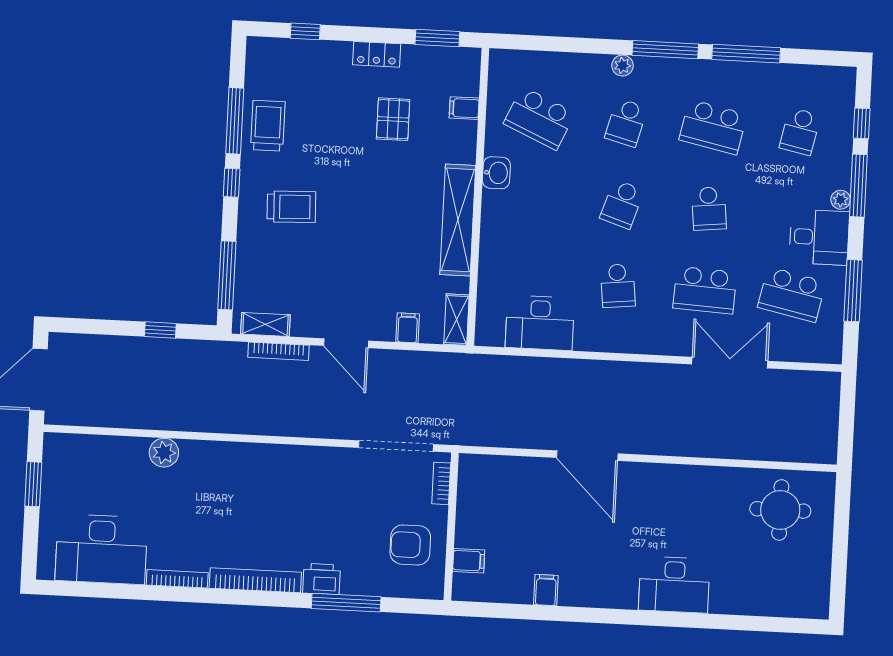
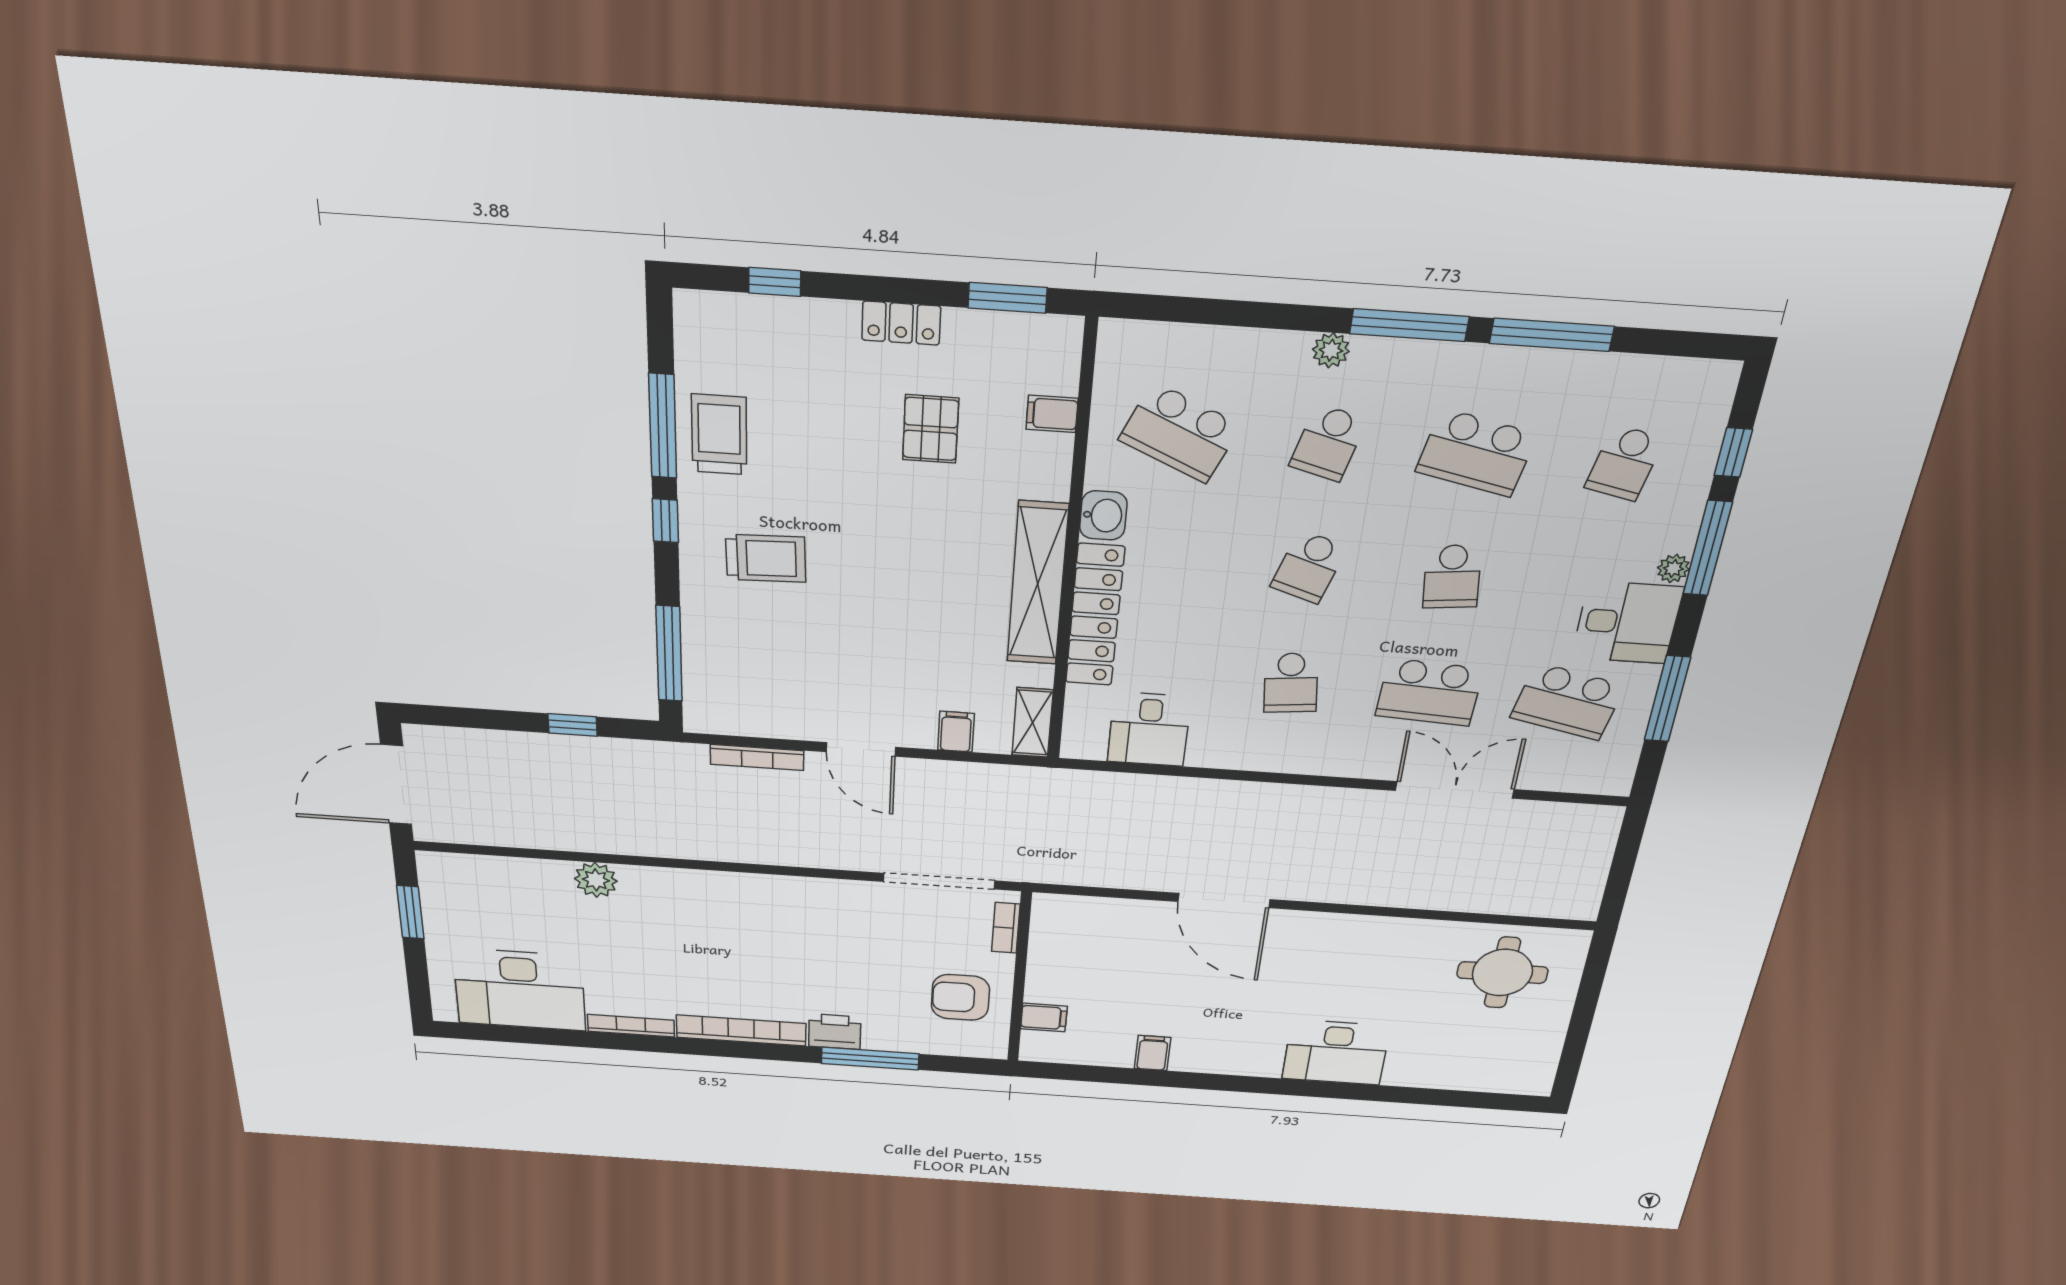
locker: (494, 241) -> (1095, 615), added
desk: (540, 323) -> (1149, 729), width x0.73
shelving: (265, 324) -> (735, 722), removed

